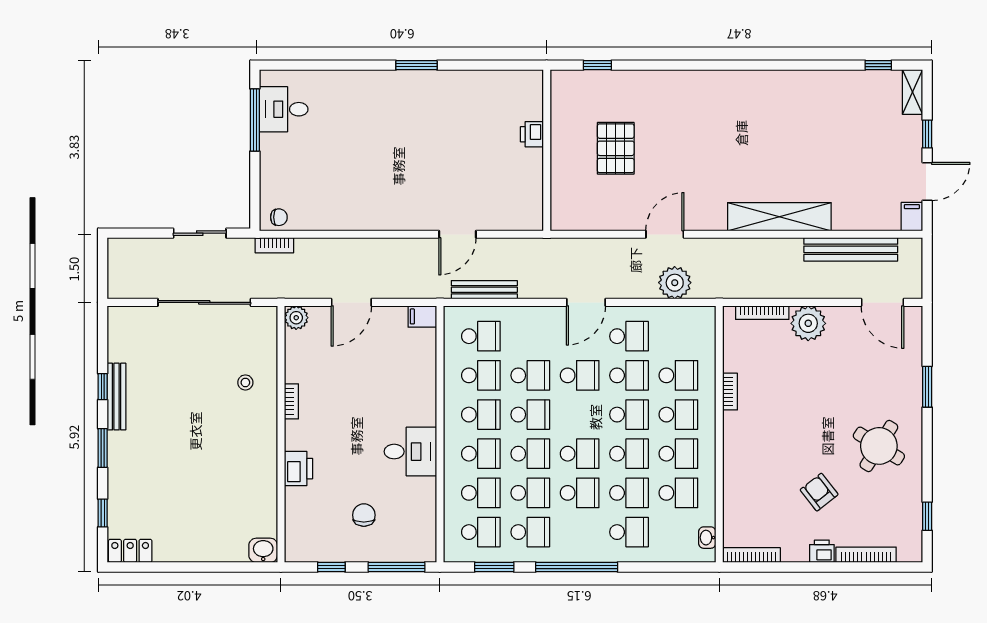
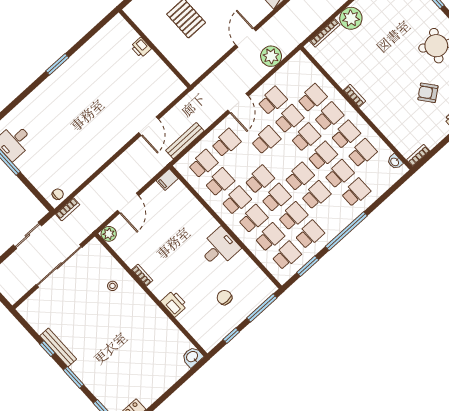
school desk: (530, 375) -> (226, 143), moved
bookcase: (730, 392) -> (354, 96), moved
bookcase: (751, 555) -> (418, 155), width x0.64

